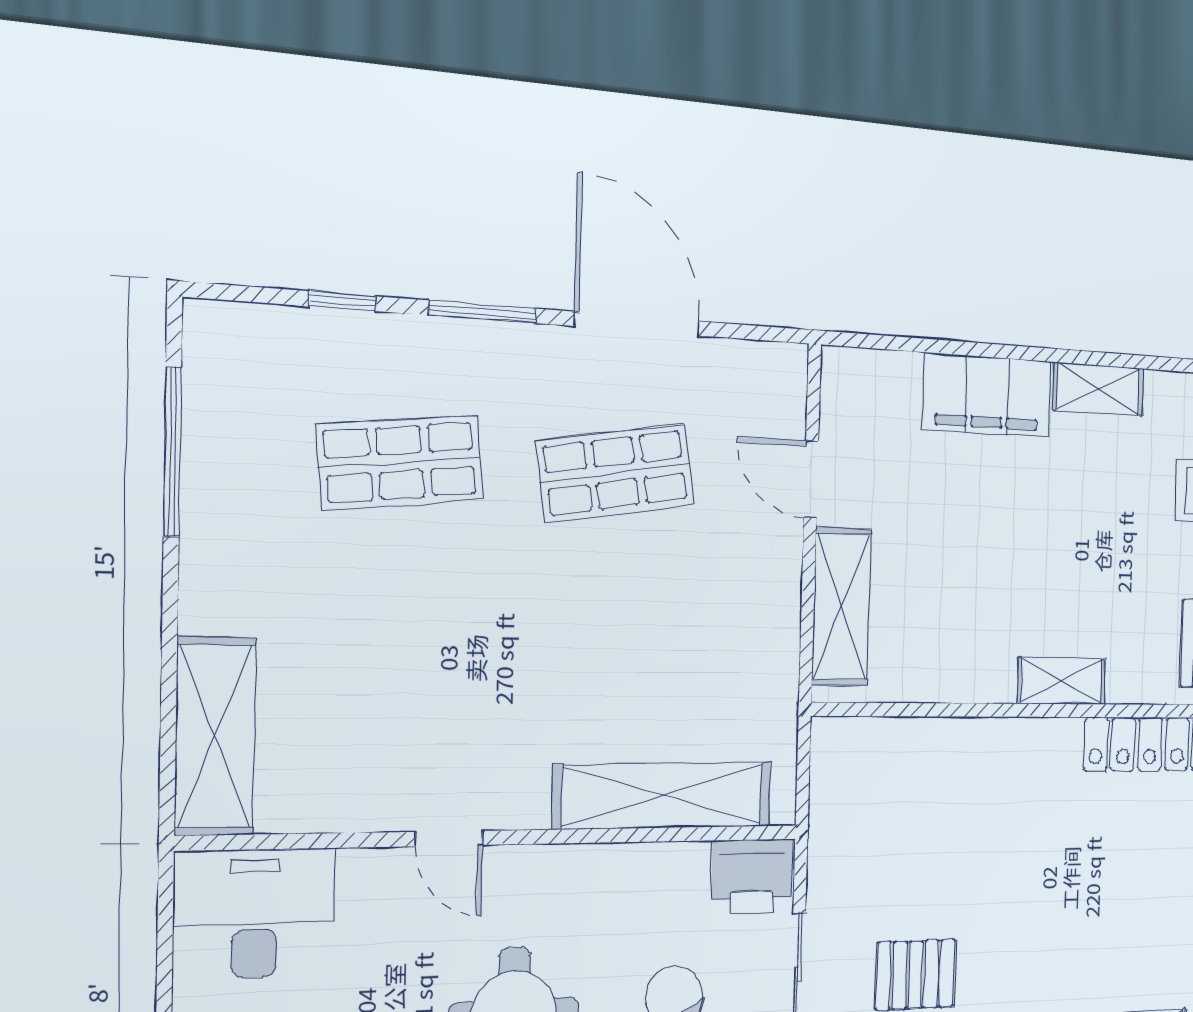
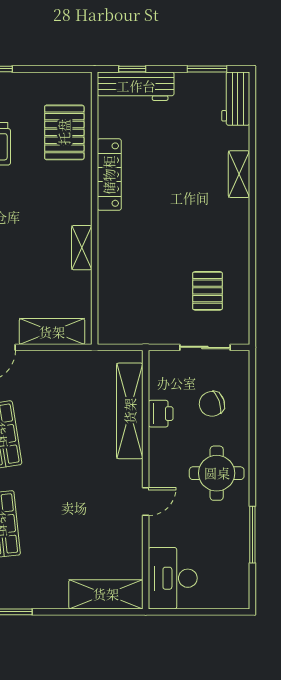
shelving: (1062, 681) -> (82, 248), moved
printer: (752, 876) -> (161, 414), moved, width x0.73, depth x0.81

